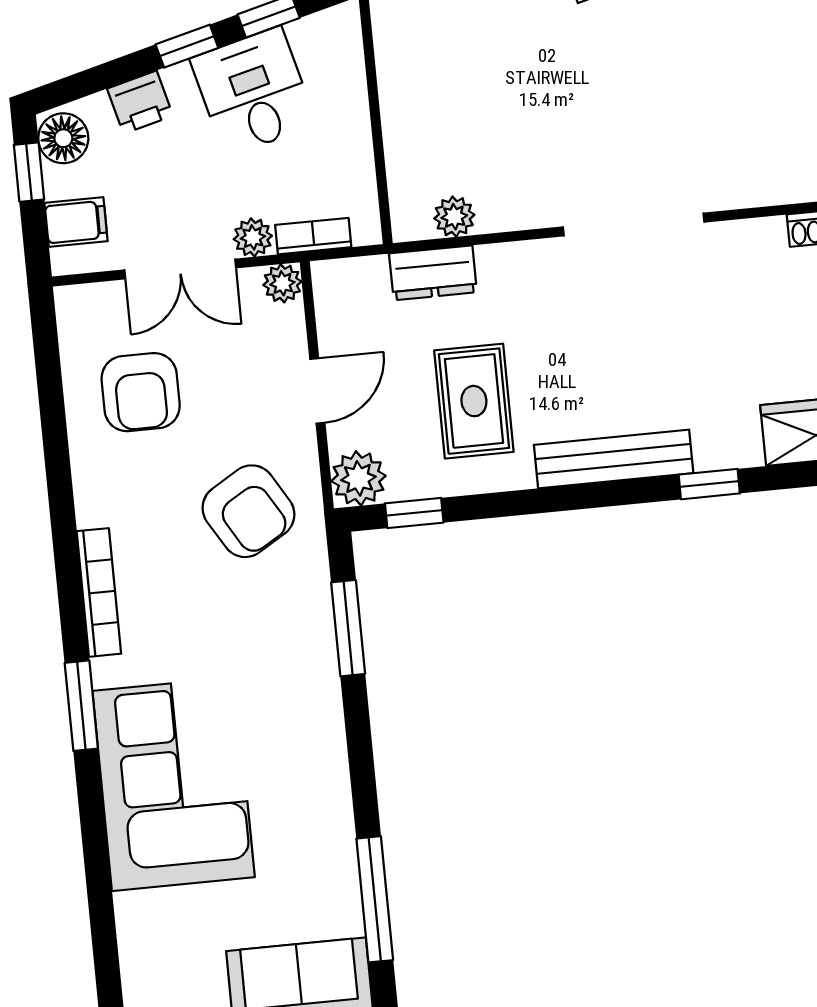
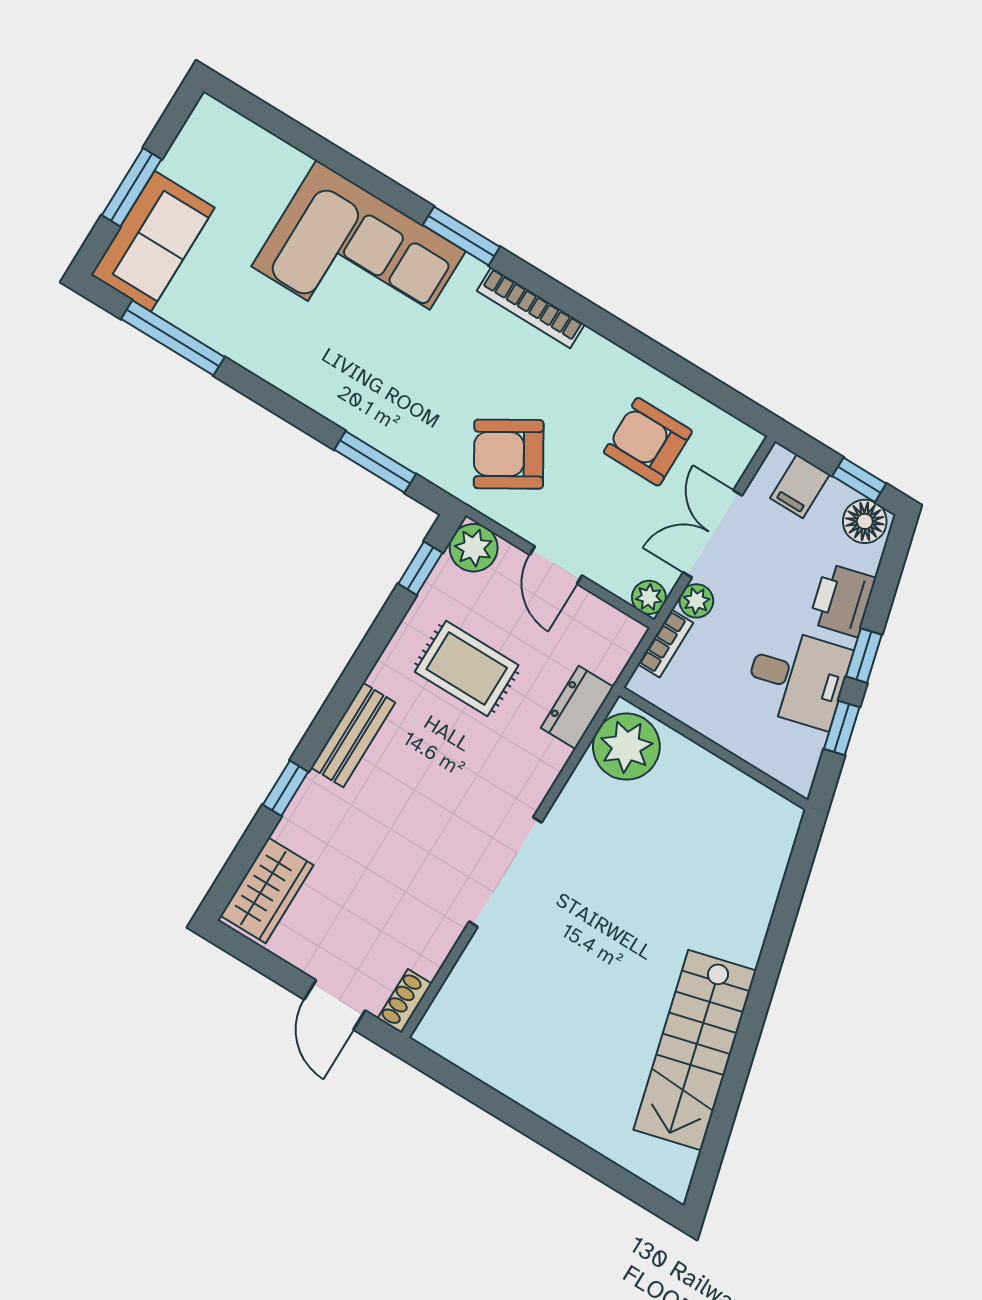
printer: (140, 102) -> (842, 600), width x1.36, depth x1.24
plant: (454, 217) -> (626, 747), width x1.88, depth x1.88
bench: (614, 459) -> (353, 735), width x0.73

